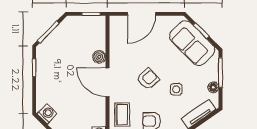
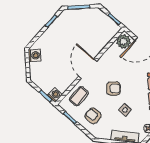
plant: (118, 27) -> (124, 41), added
boiler: (99, 57) -> (96, 49), removed

